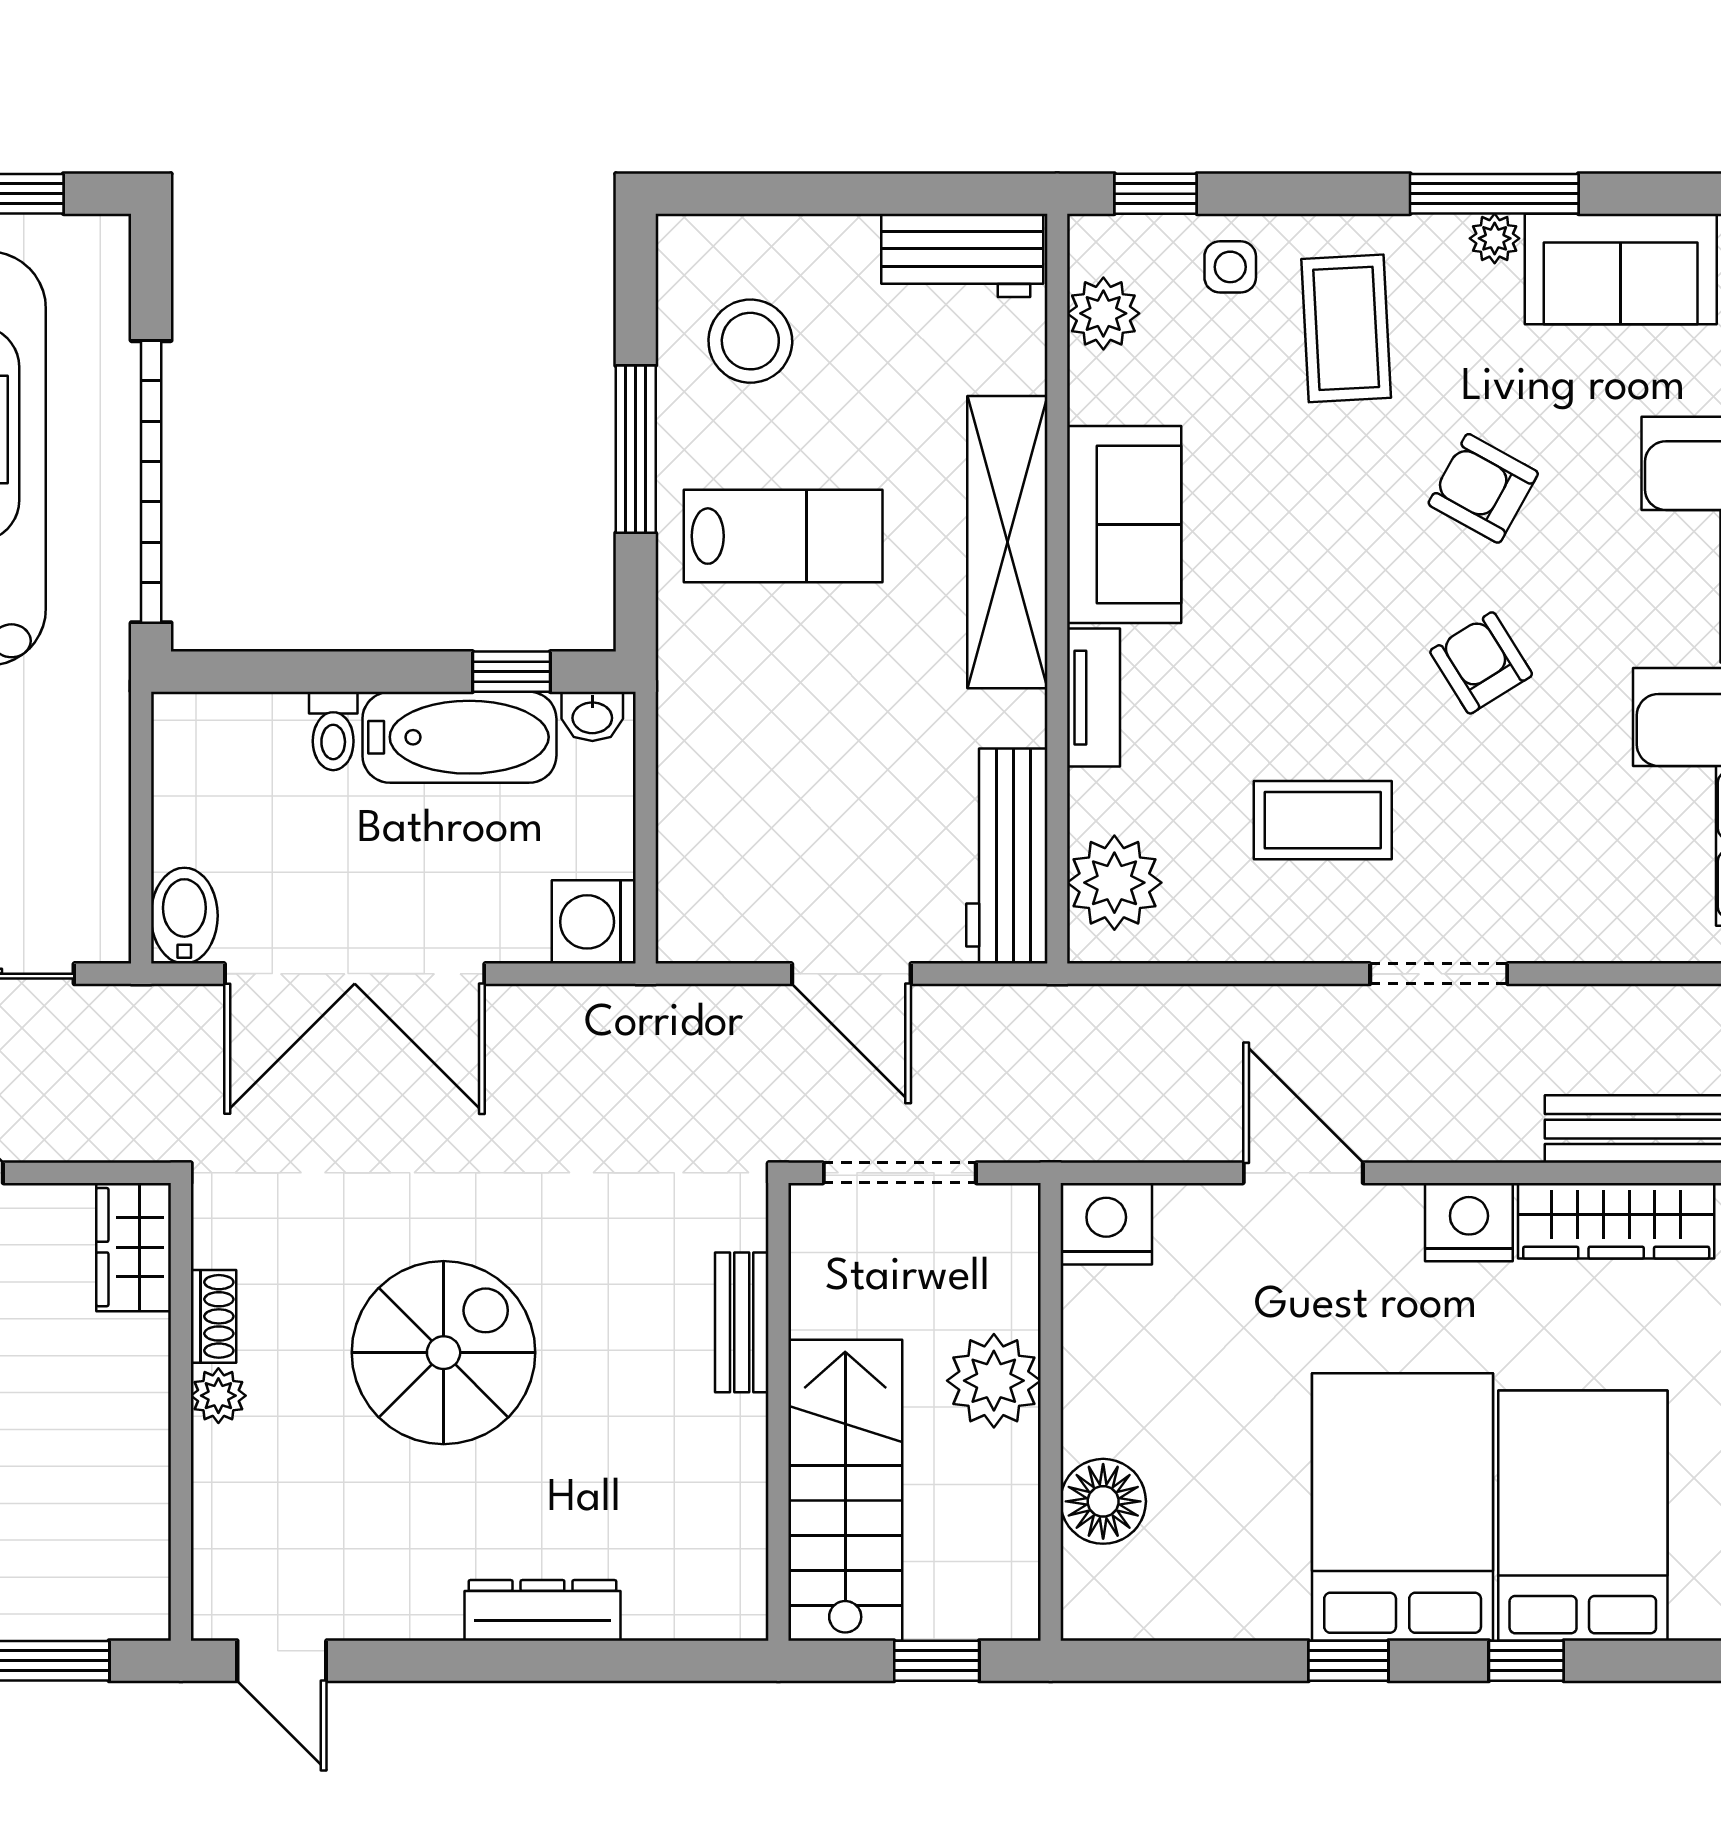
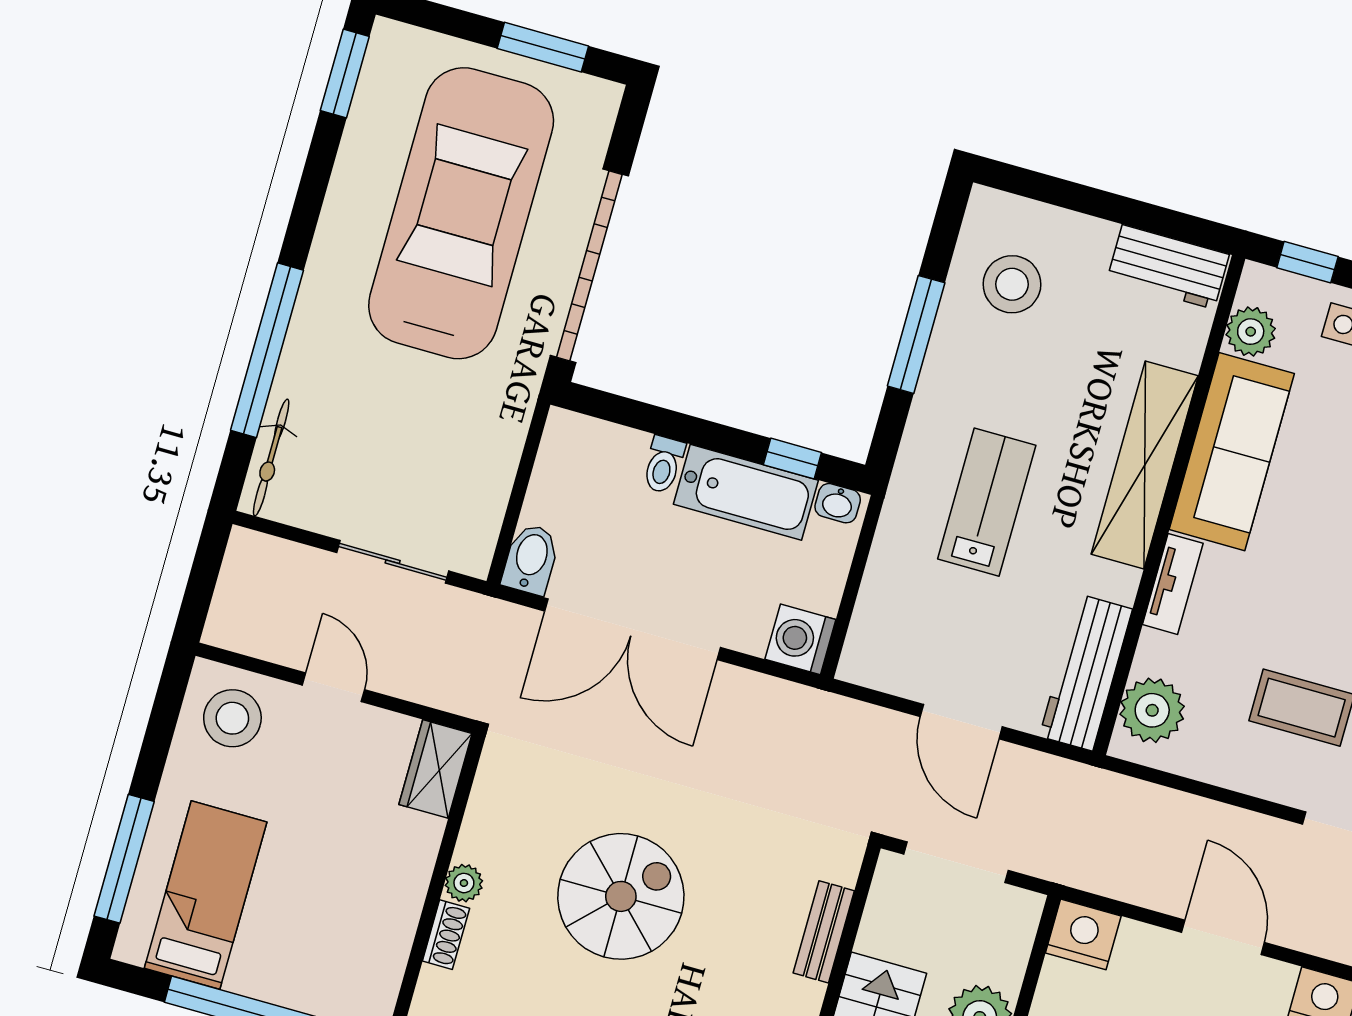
sofa: (1124, 525) -> (1232, 452), width x1.36
lab bench: (783, 536) -> (987, 502), moved, turned -90
shoe rack: (213, 1316) -> (446, 935), moved

